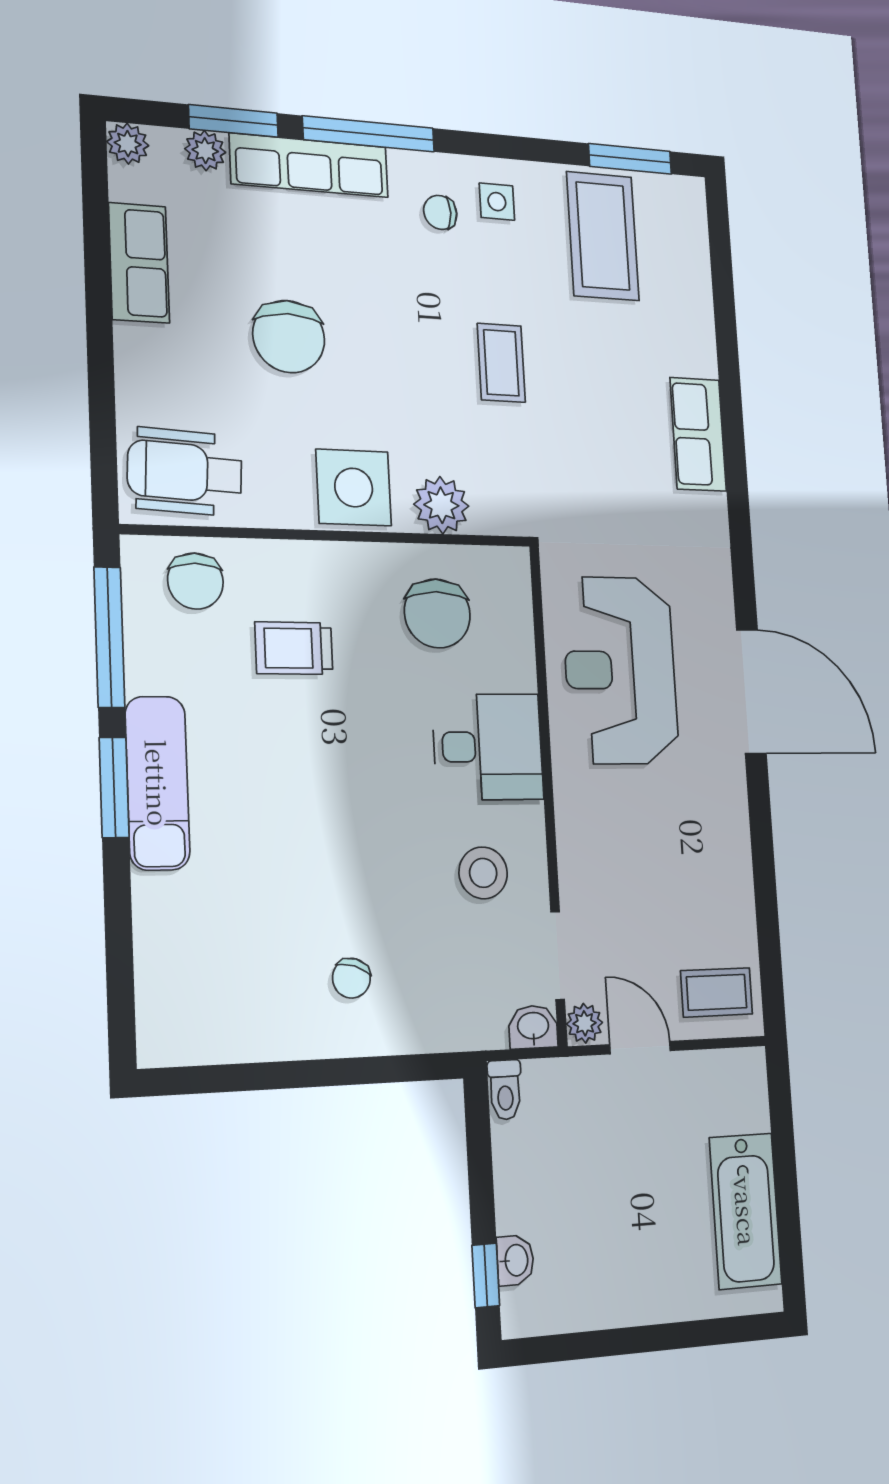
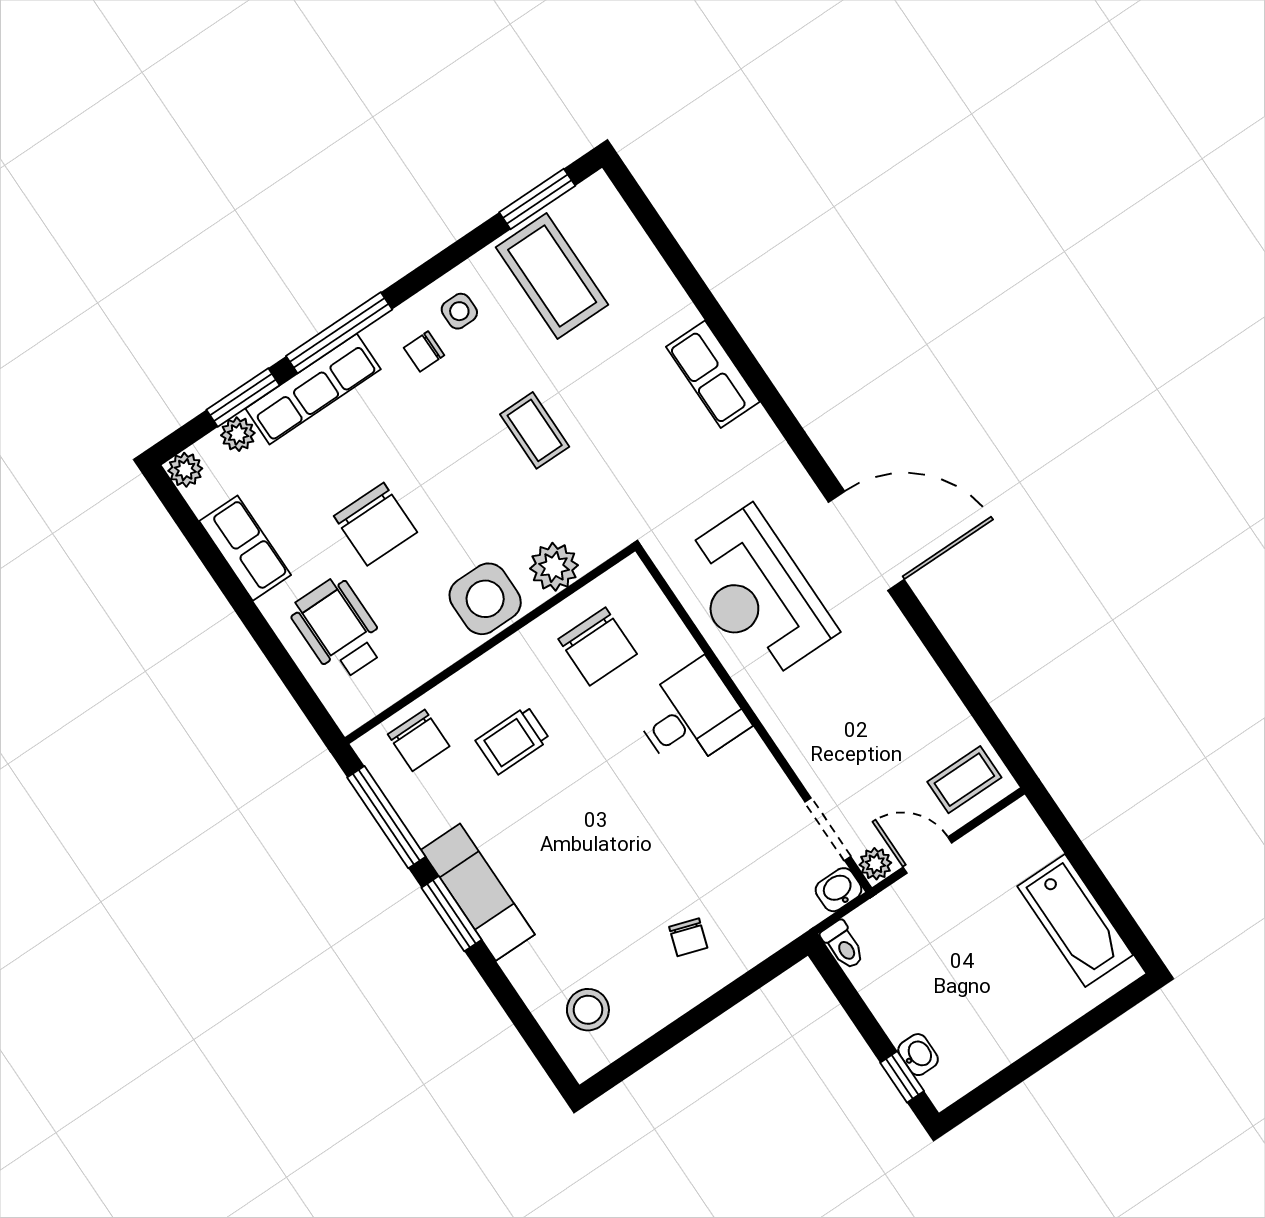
wheelchair: (185, 472) -> (338, 629), moved, turned 87
stool: (483, 873) -> (588, 1010), moved

